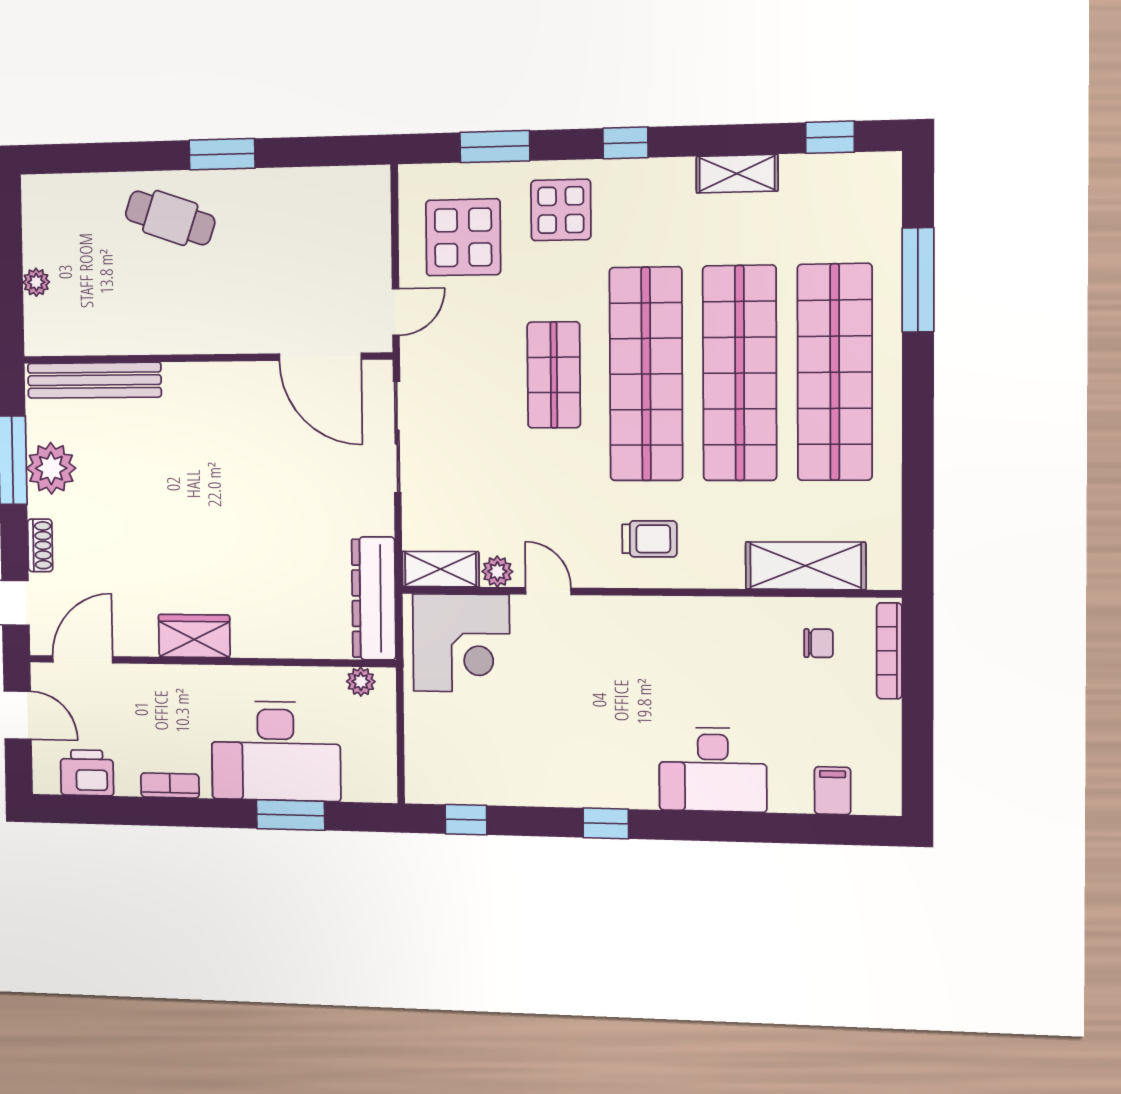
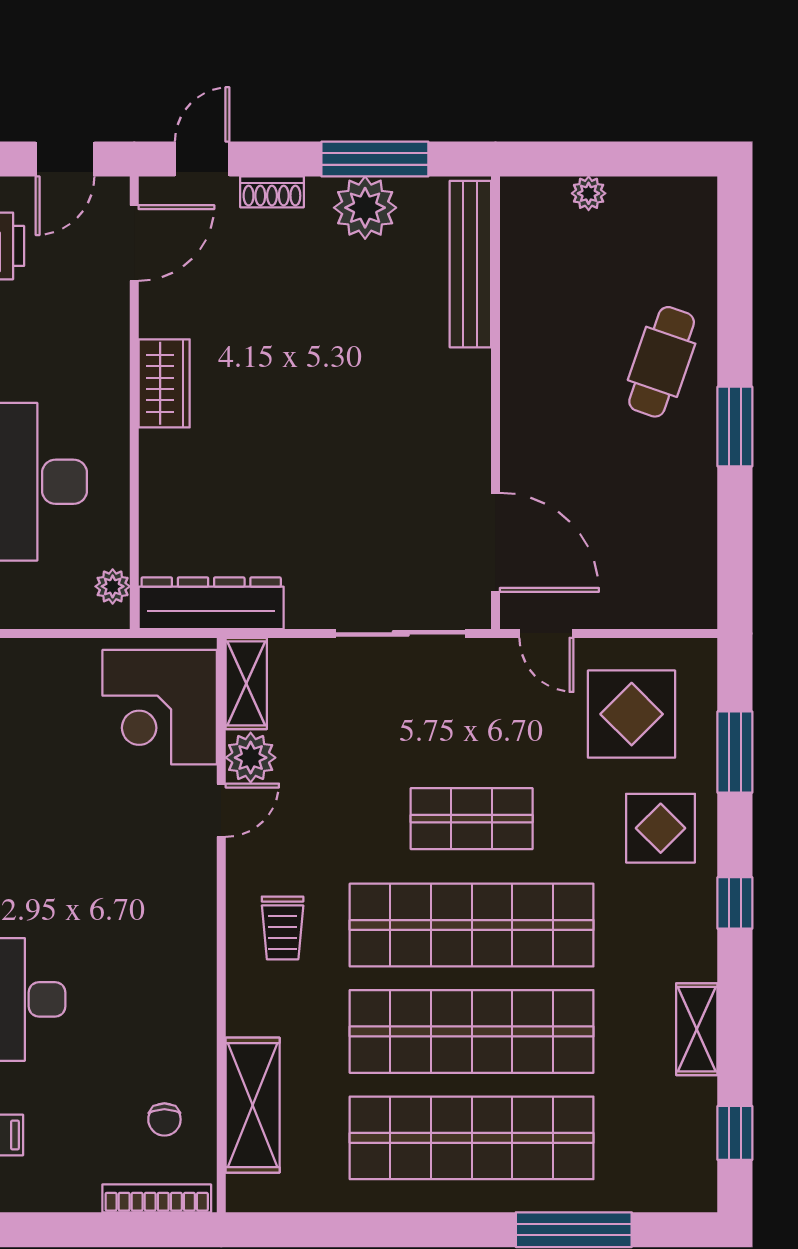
door: (320, 357) -> (496, 542), swing flipped
plant: (497, 571) -> (251, 758), width x1.38, depth x1.38
door: (83, 659) -> (134, 243), hinge flipped

